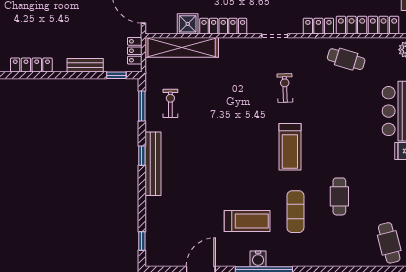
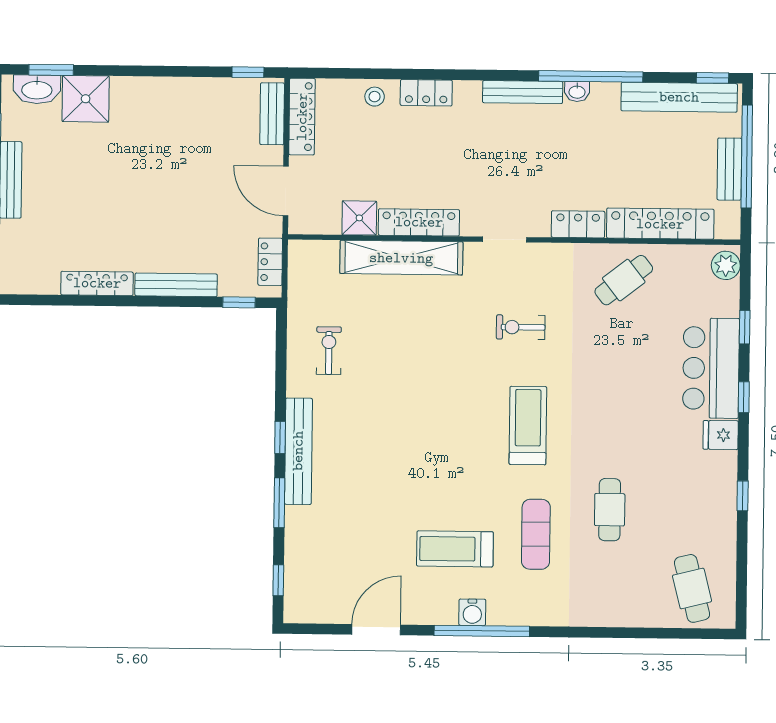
shelving: (182, 47) -> (401, 258), moved
cafe table: (346, 59) -> (624, 280), turned -55
bench: (85, 65) -> (176, 285), width x1.36
exercise bike: (285, 88) -> (521, 327), turned -88
window: (142, 106) -> (279, 503), moved
treadmill: (290, 147) -> (528, 426), turned 180
treadmill: (247, 221) -> (455, 549), turned 180

